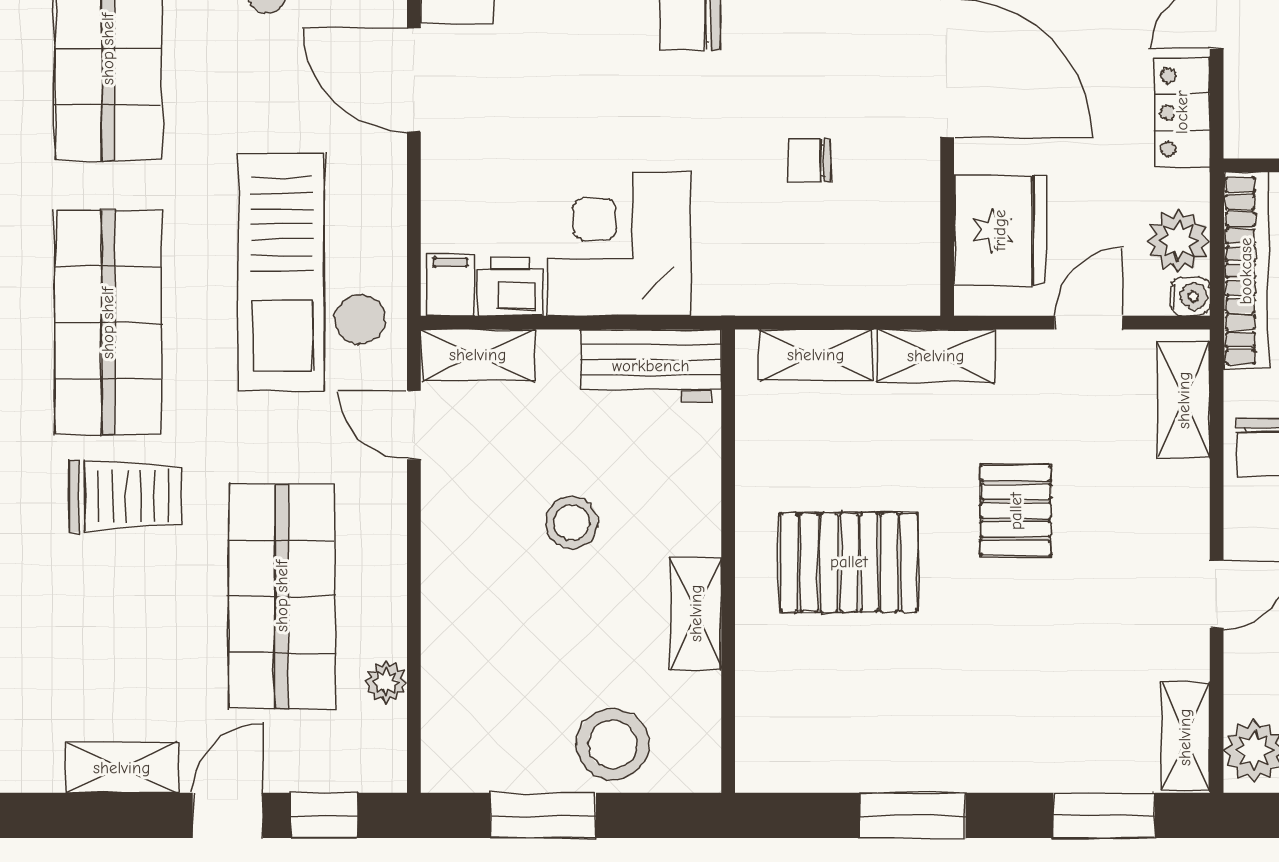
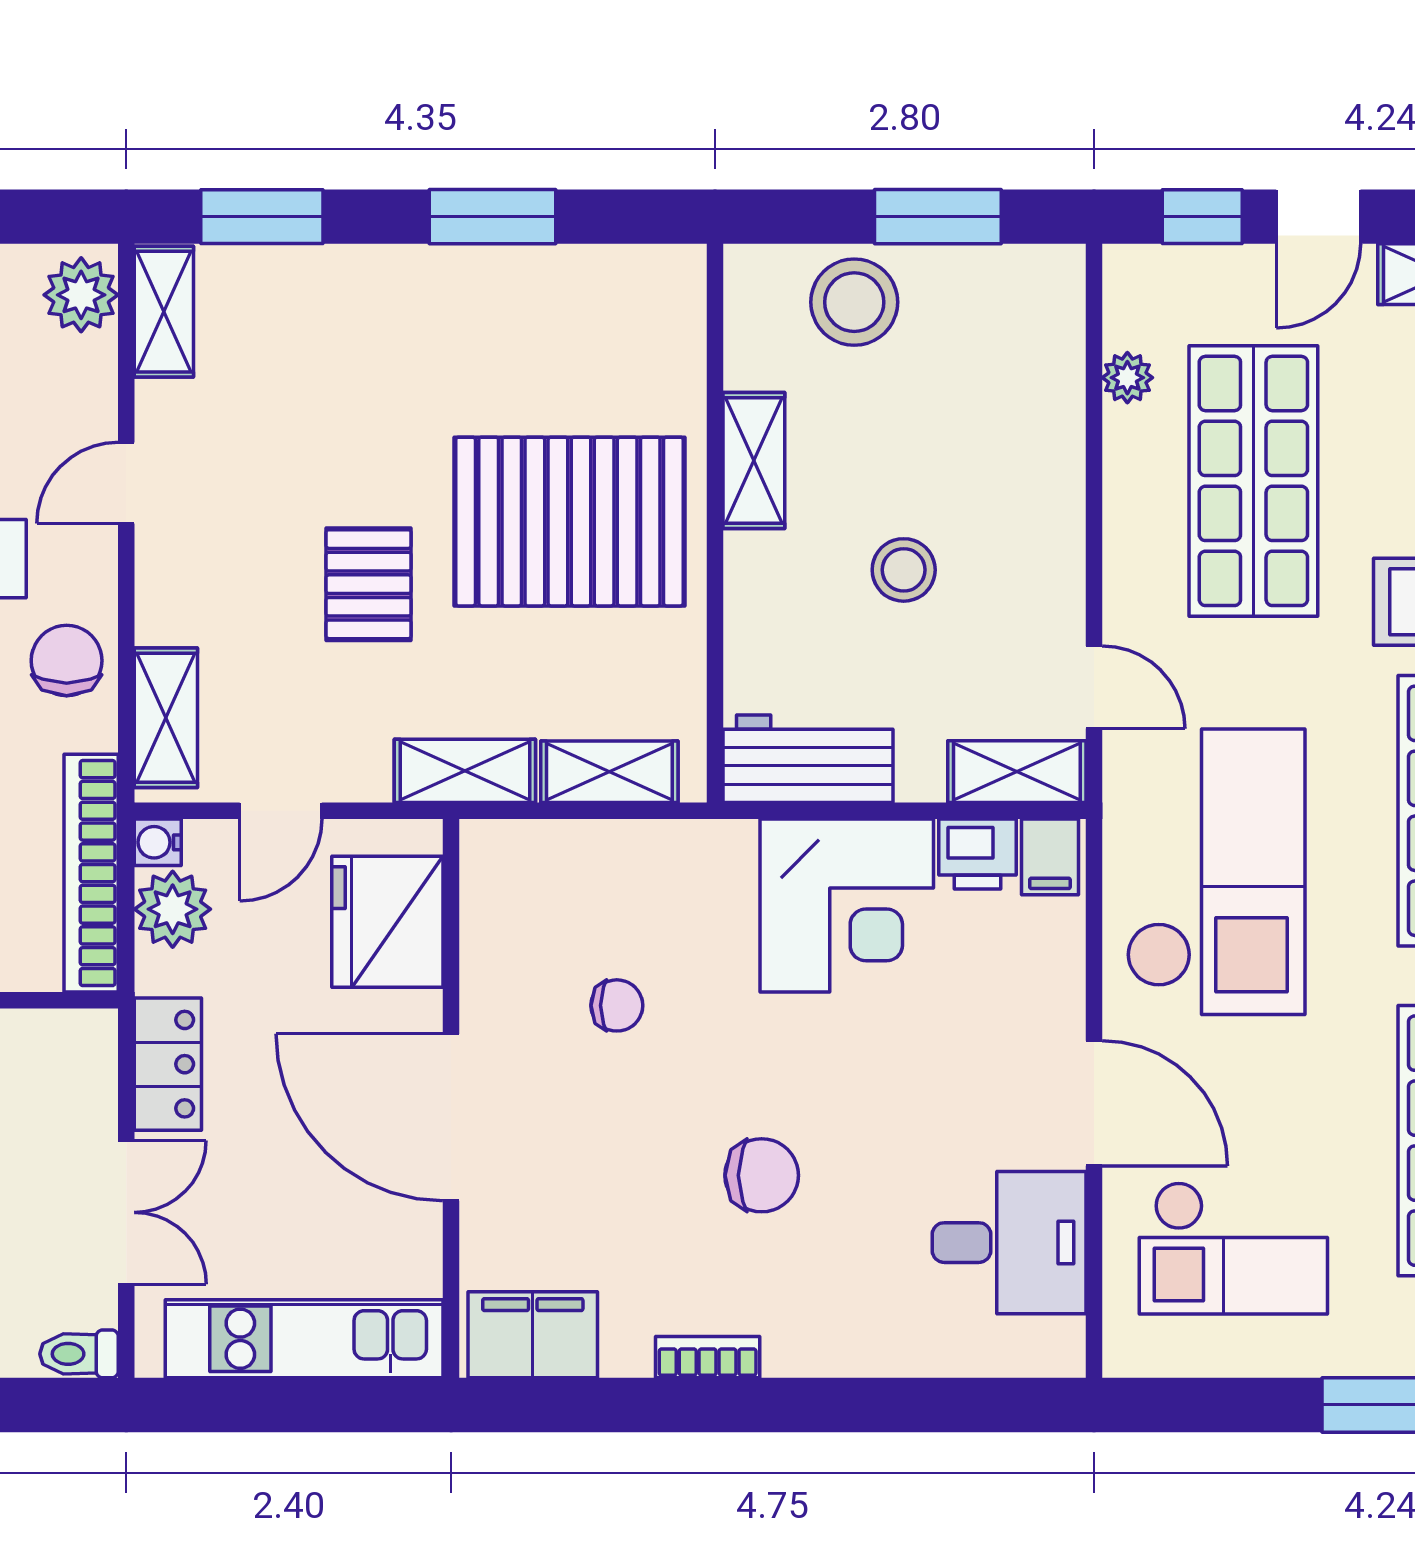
pallet: (849, 562) -> (569, 522), width x1.37, depth x1.41

